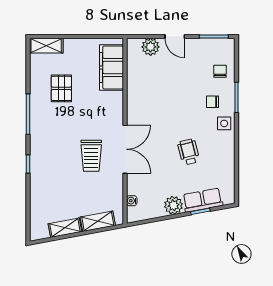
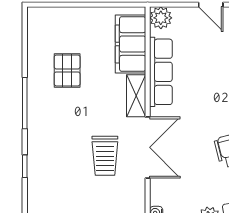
shelving: (46, 46) -> (136, 96), moved, turned 90
plant: (151, 47) -> (161, 18), moved
row of seats: (135, 89) -> (161, 72), added

